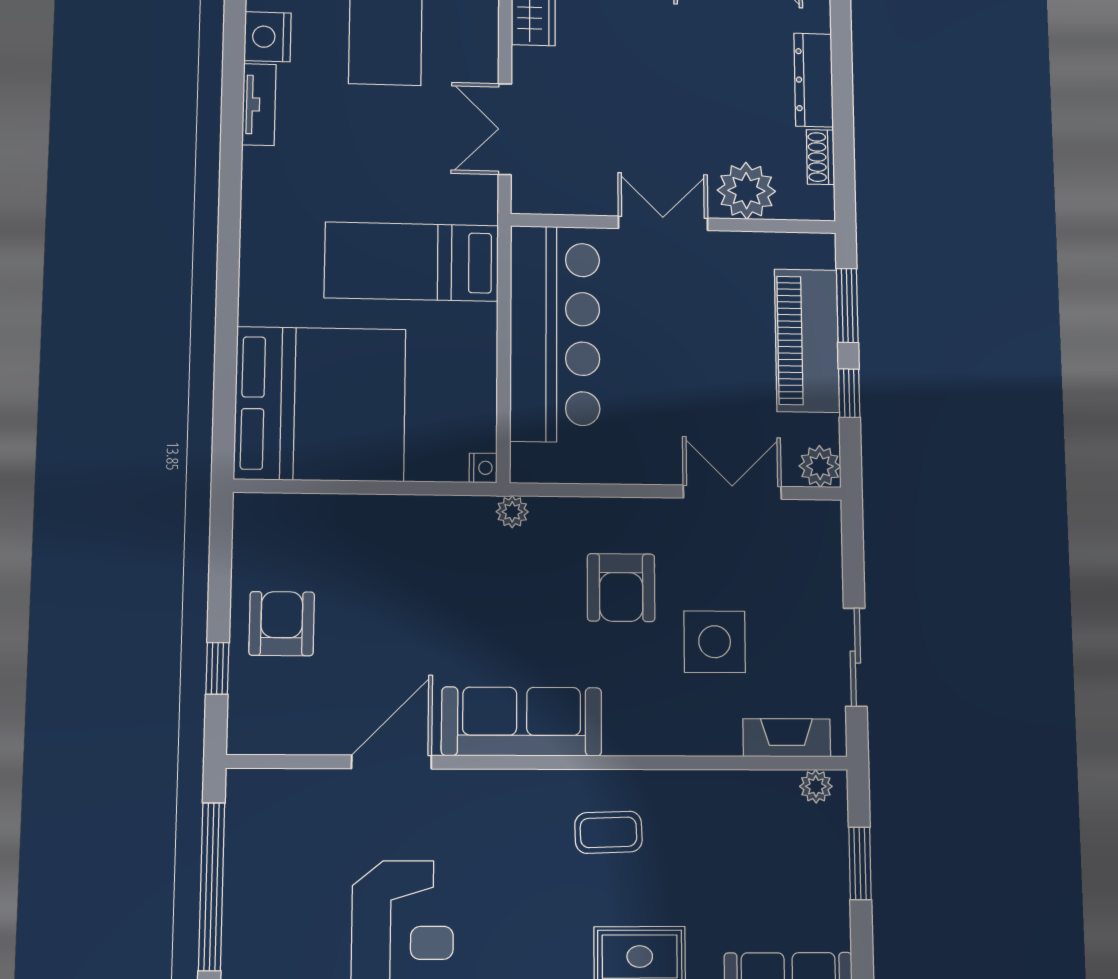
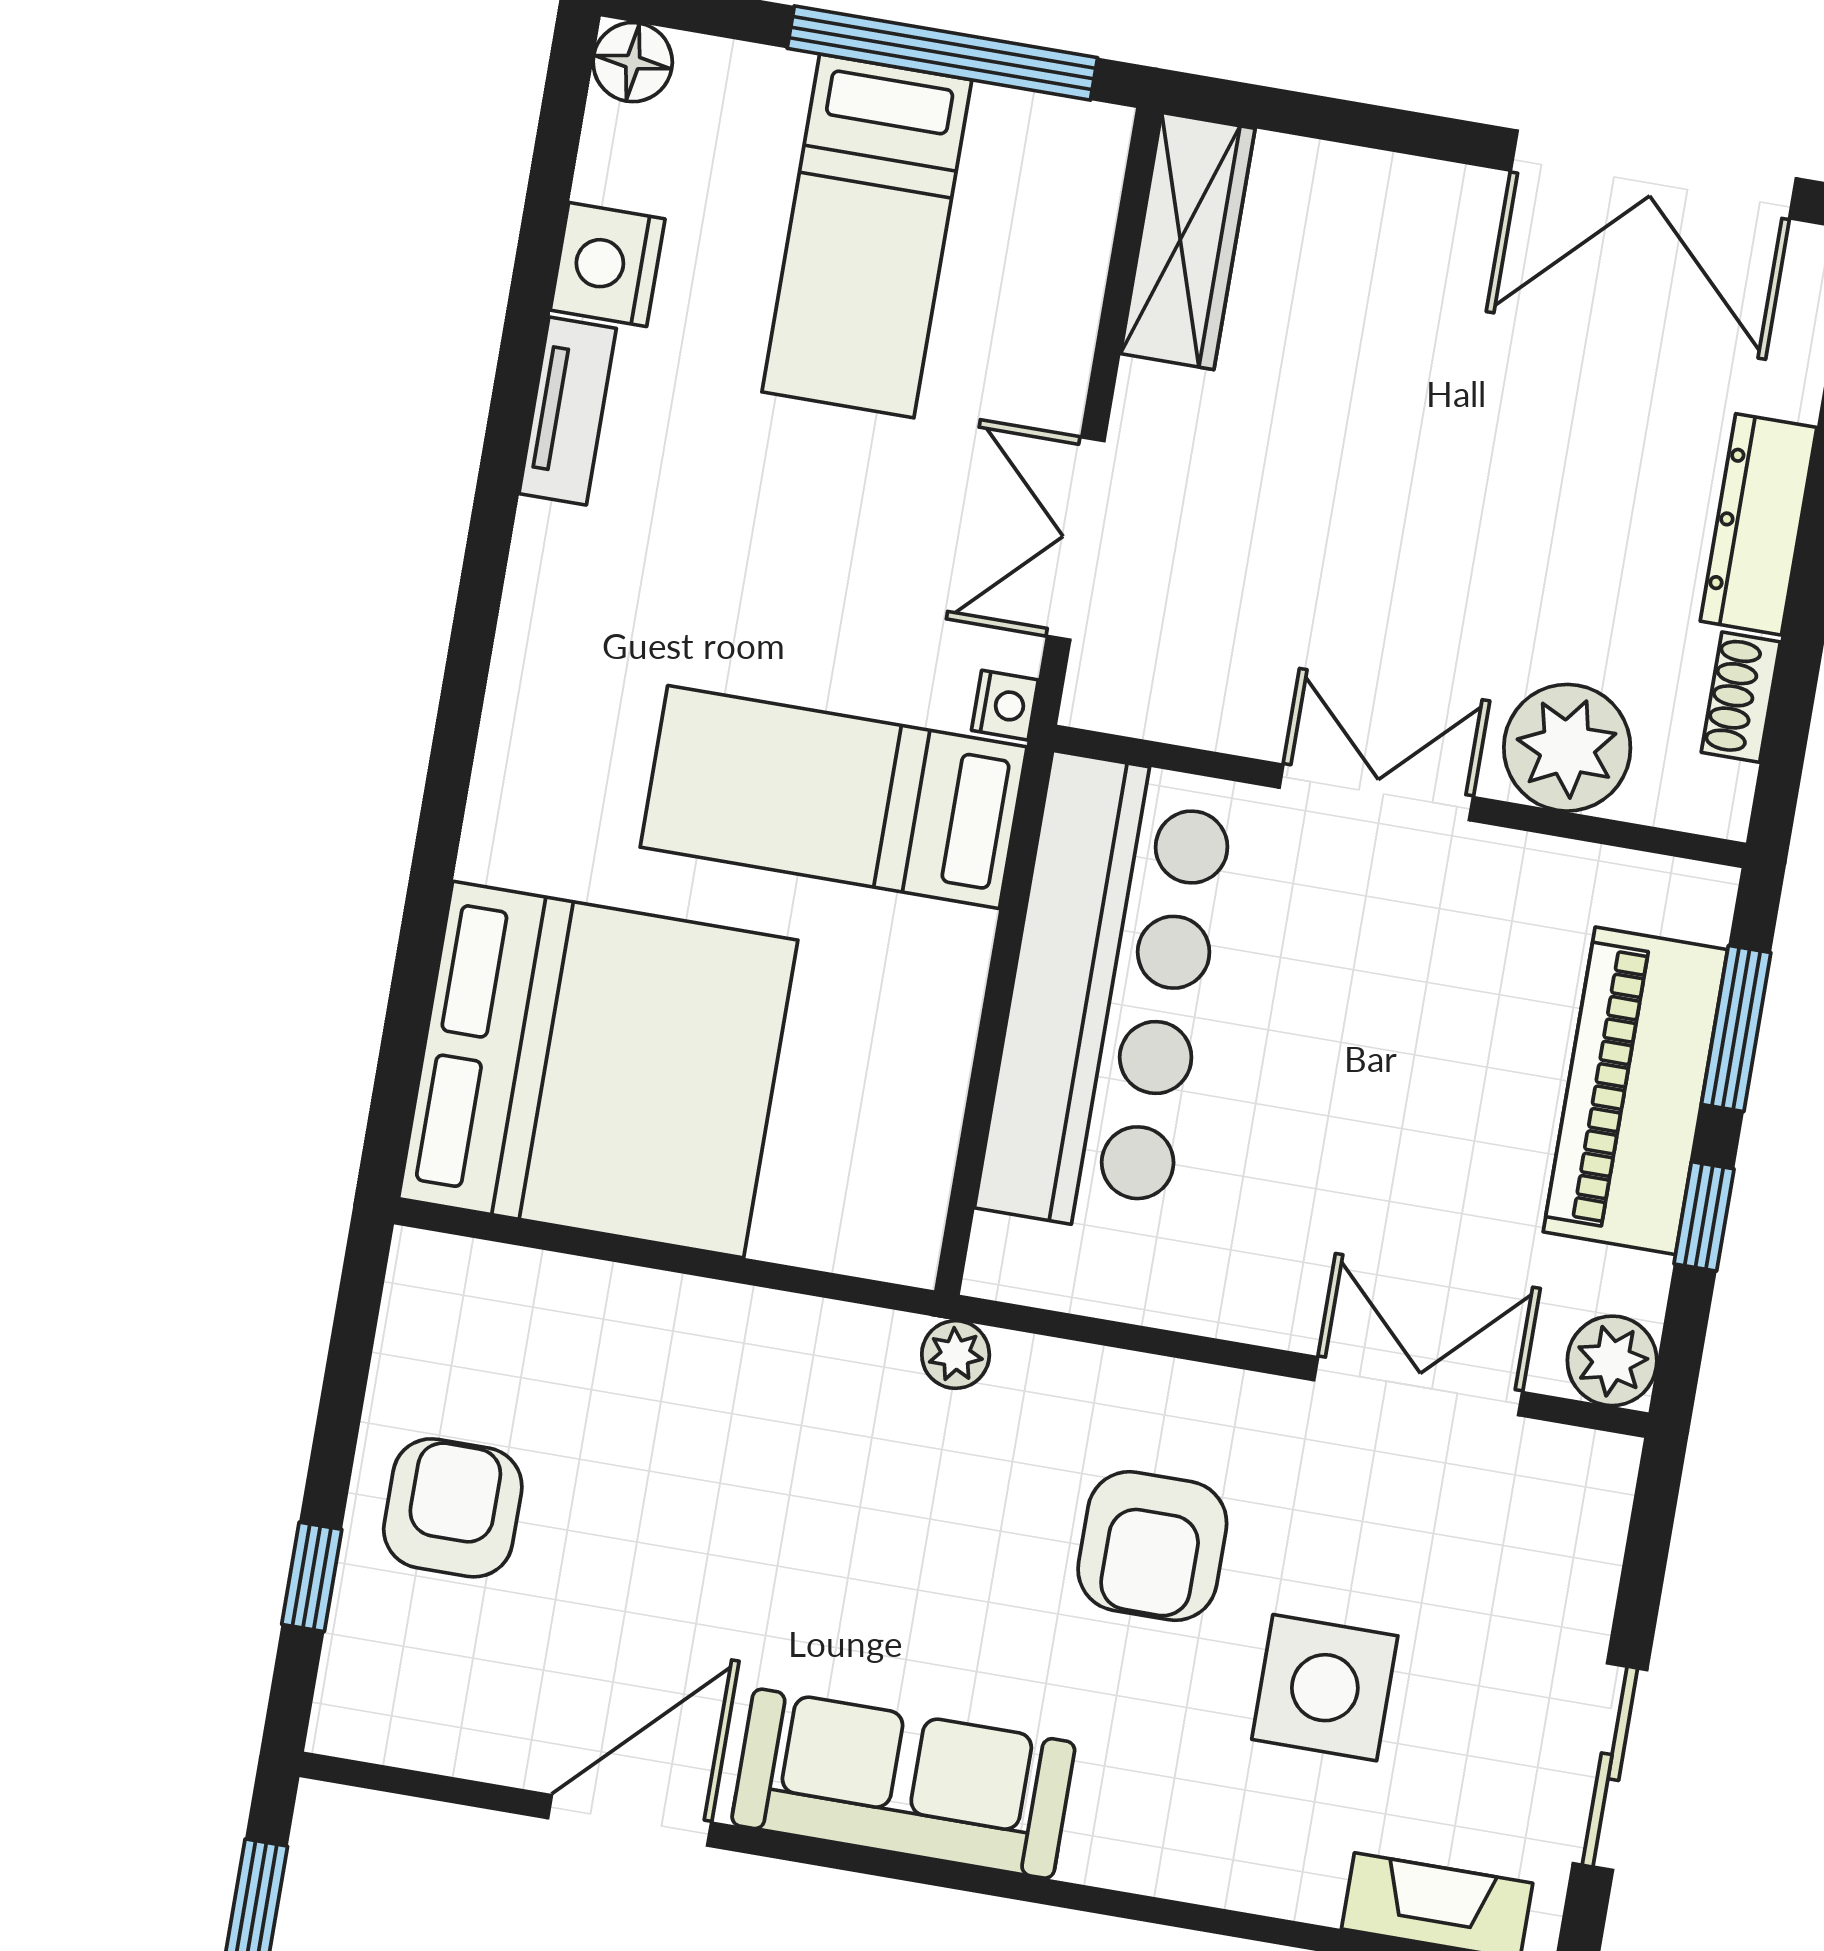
nightstand: (483, 468) -> (1005, 705), moved

